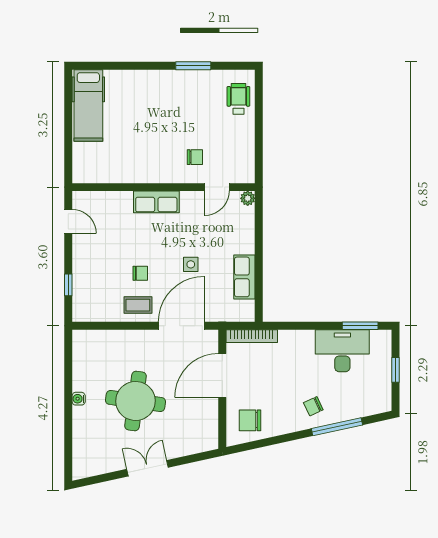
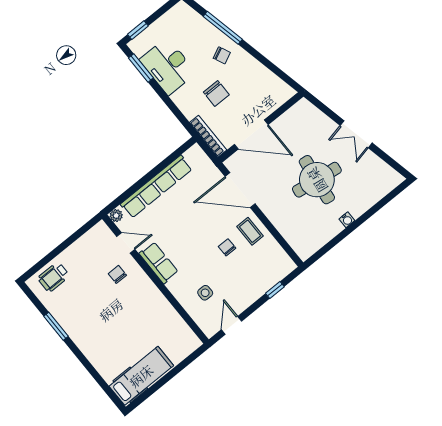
row of seats: (156, 202) -> (159, 263), moved
side table: (191, 264) -> (205, 293), moved
row of seats: (244, 277) -> (156, 187), width x2.02
window: (396, 370) -> (138, 30), moved
chair: (250, 420) -> (216, 93), moved

